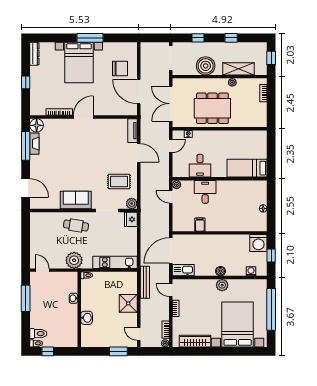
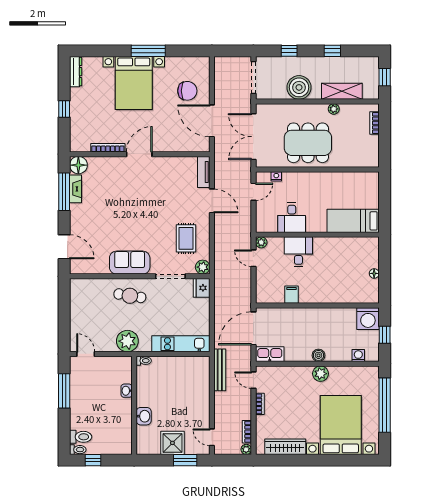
rug: (119, 181) -> (186, 238), turned 90
shower: (128, 303) -> (172, 443), moved

